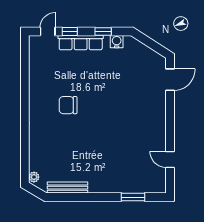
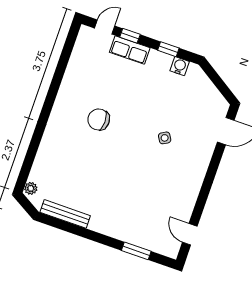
row of seats: (81, 43) -> (130, 50), width x0.68
side table: (124, 102) -> (165, 138), added
door: (170, 159) -> (190, 234), moved

